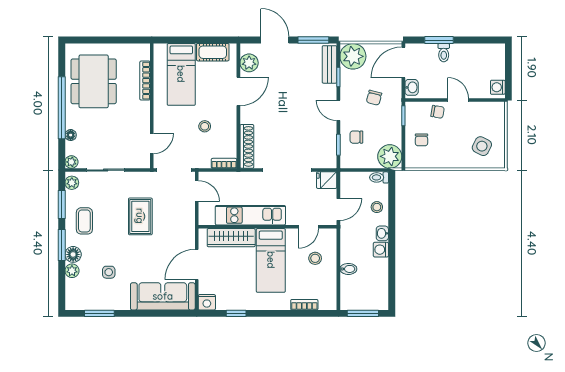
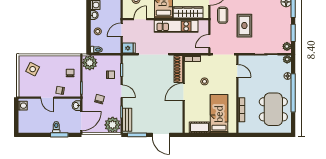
plant: (249, 63) -> (177, 121), removed
door: (238, 91) -> (184, 92), moved
door: (152, 143) -> (237, 71), swing flipped
door: (197, 191) -> (209, 41), hinge flipped
coffee table: (84, 221) -> (223, 15), moved

